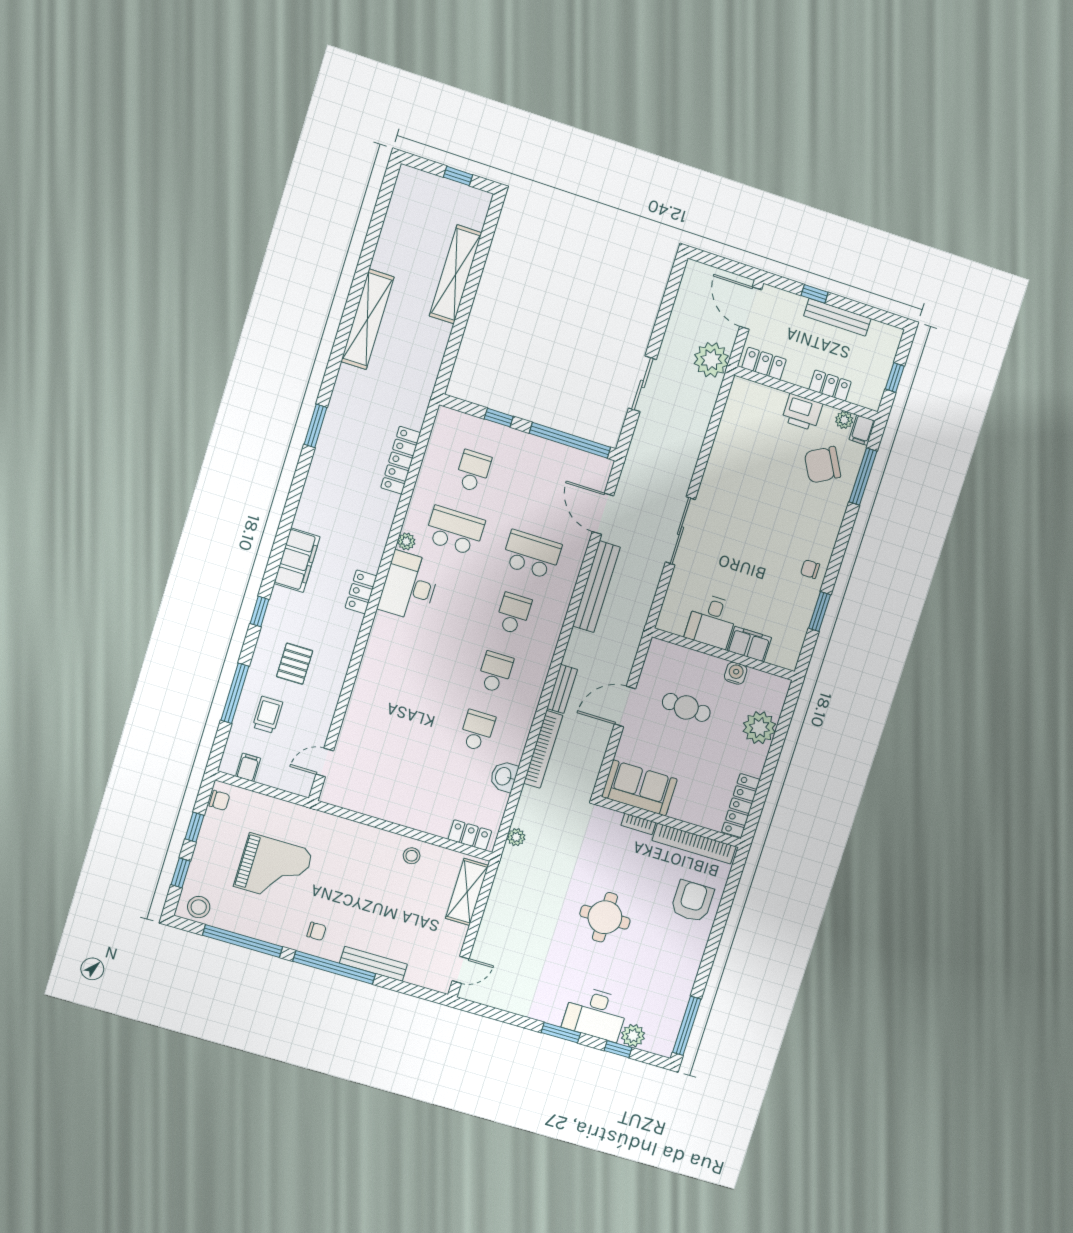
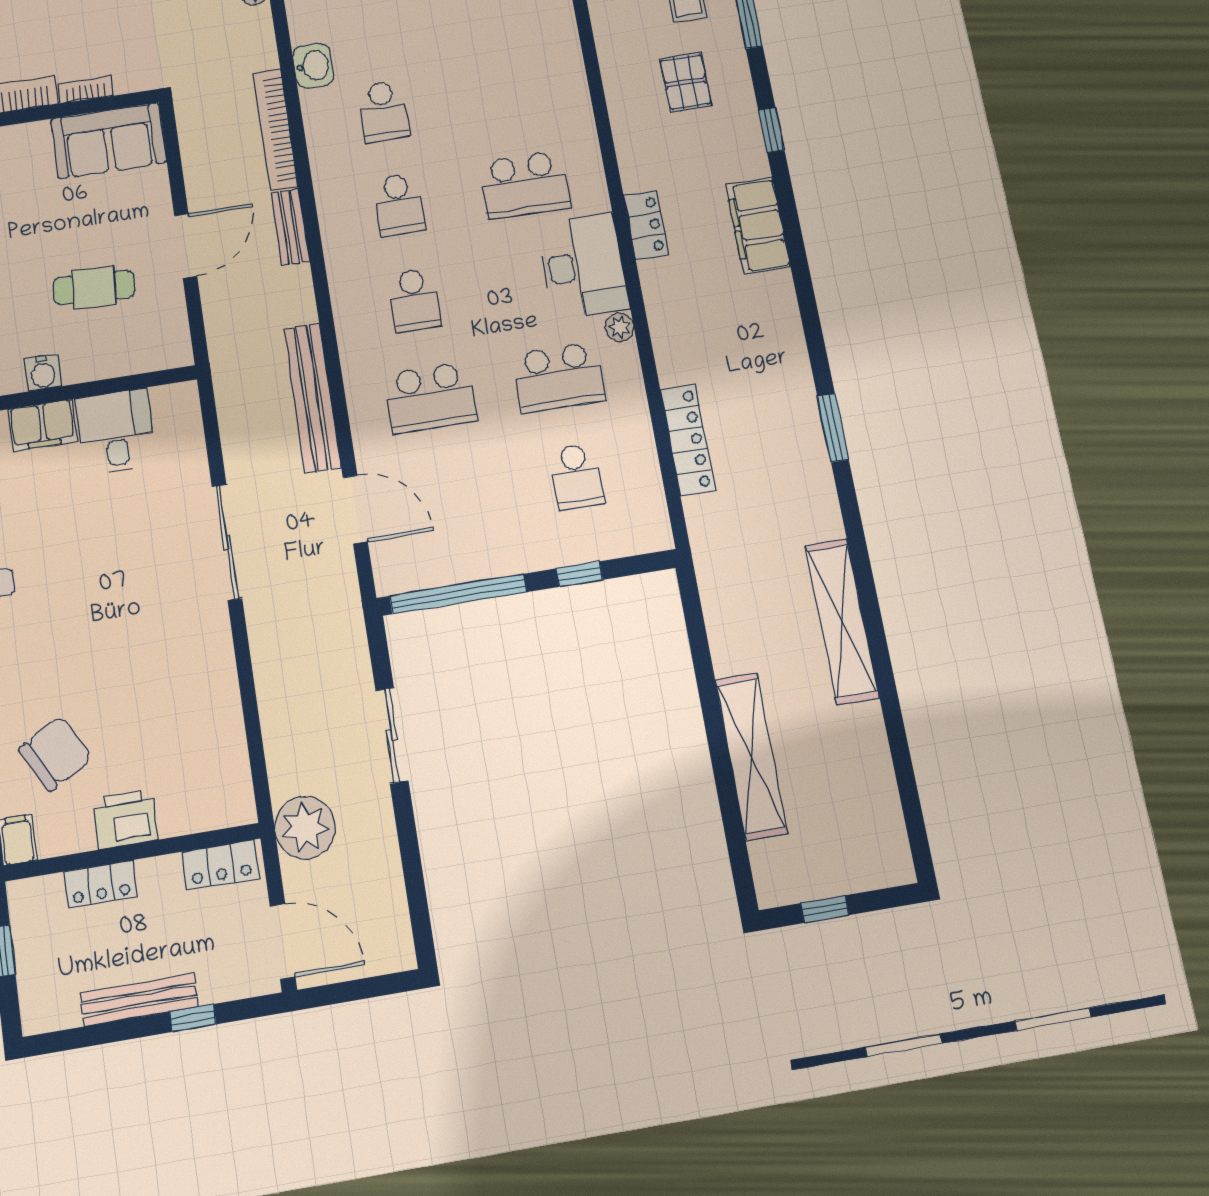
plant: (844, 420) -> (53, 841), removed
school desk: (418, 649) -> (524, 185), added

